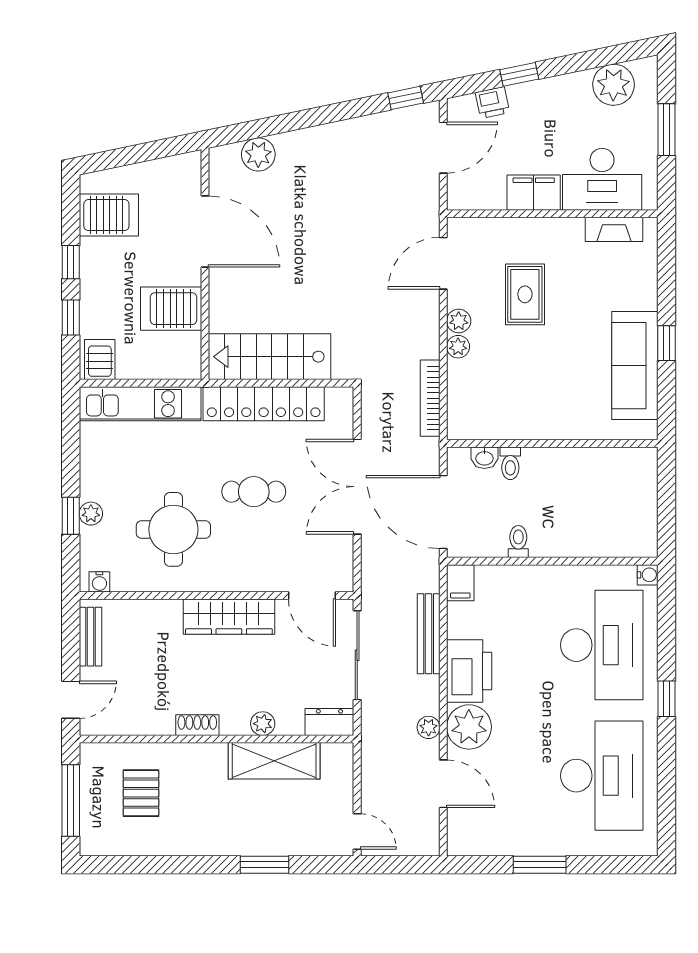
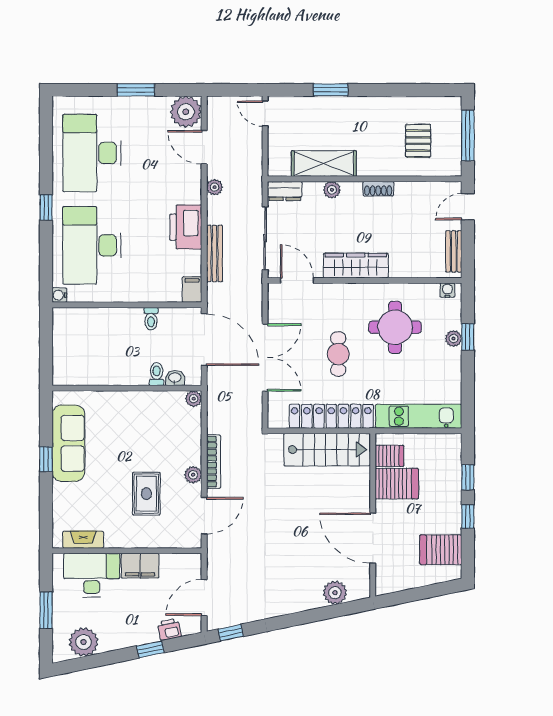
plant: (458, 347) -> (194, 399), moved
server rack: (100, 360) -> (389, 456), moved, turned -90
bookcase: (430, 398) -> (213, 462), moved
cafe table: (254, 492) -> (338, 354), turned 90
plant: (469, 727) -> (186, 112), moved

